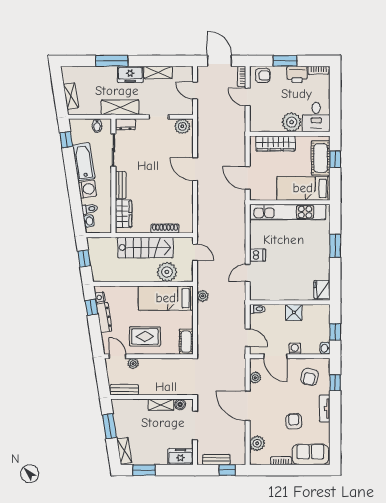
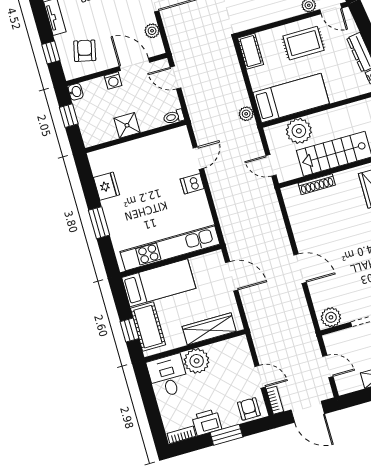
armchair: (263, 75) -> (249, 409), turned 90
fridge: (322, 290) -> (107, 186), moved

